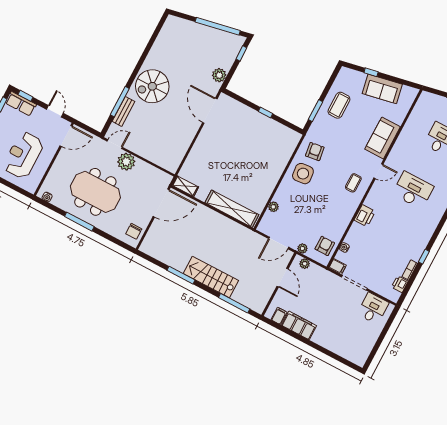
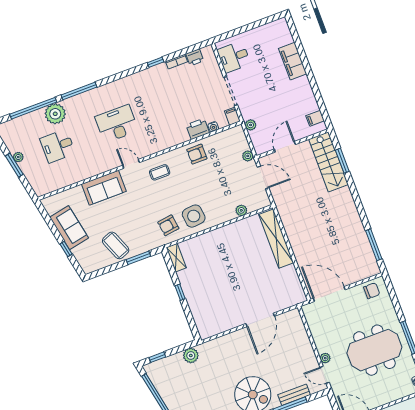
coffee table: (339, 105) -> (116, 245), turned 68
door: (210, 111) -> (260, 320), moved
plant: (126, 162) -> (325, 358), width x0.53, depth x0.53
shelving: (185, 186) -> (176, 258), moved
desk: (413, 190) -> (117, 124), turned 90
meeting table: (95, 192) -> (374, 350), turned 90
printer: (365, 216) -> (198, 129), moved
armchair: (325, 246) -> (197, 154), moved
plant: (305, 264) -> (251, 125), moved
window: (181, 275) -> (374, 245), moved
stairs: (211, 277) -> (328, 162), moved
window: (234, 303) -> (342, 161), width x0.69
filing cabinet: (299, 325) -> (293, 61), moved

